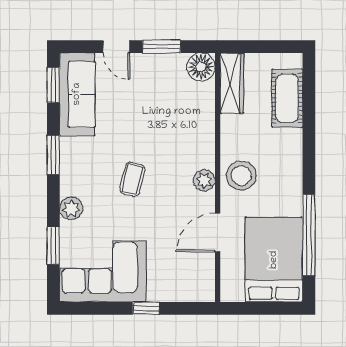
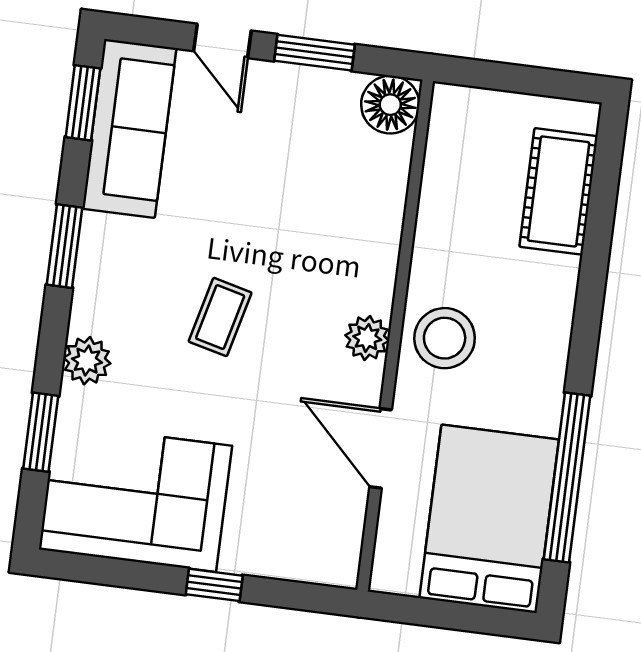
wardrobe: (232, 83) -> (449, 146), removed
door: (218, 233) -> (381, 448), hinge flipped

